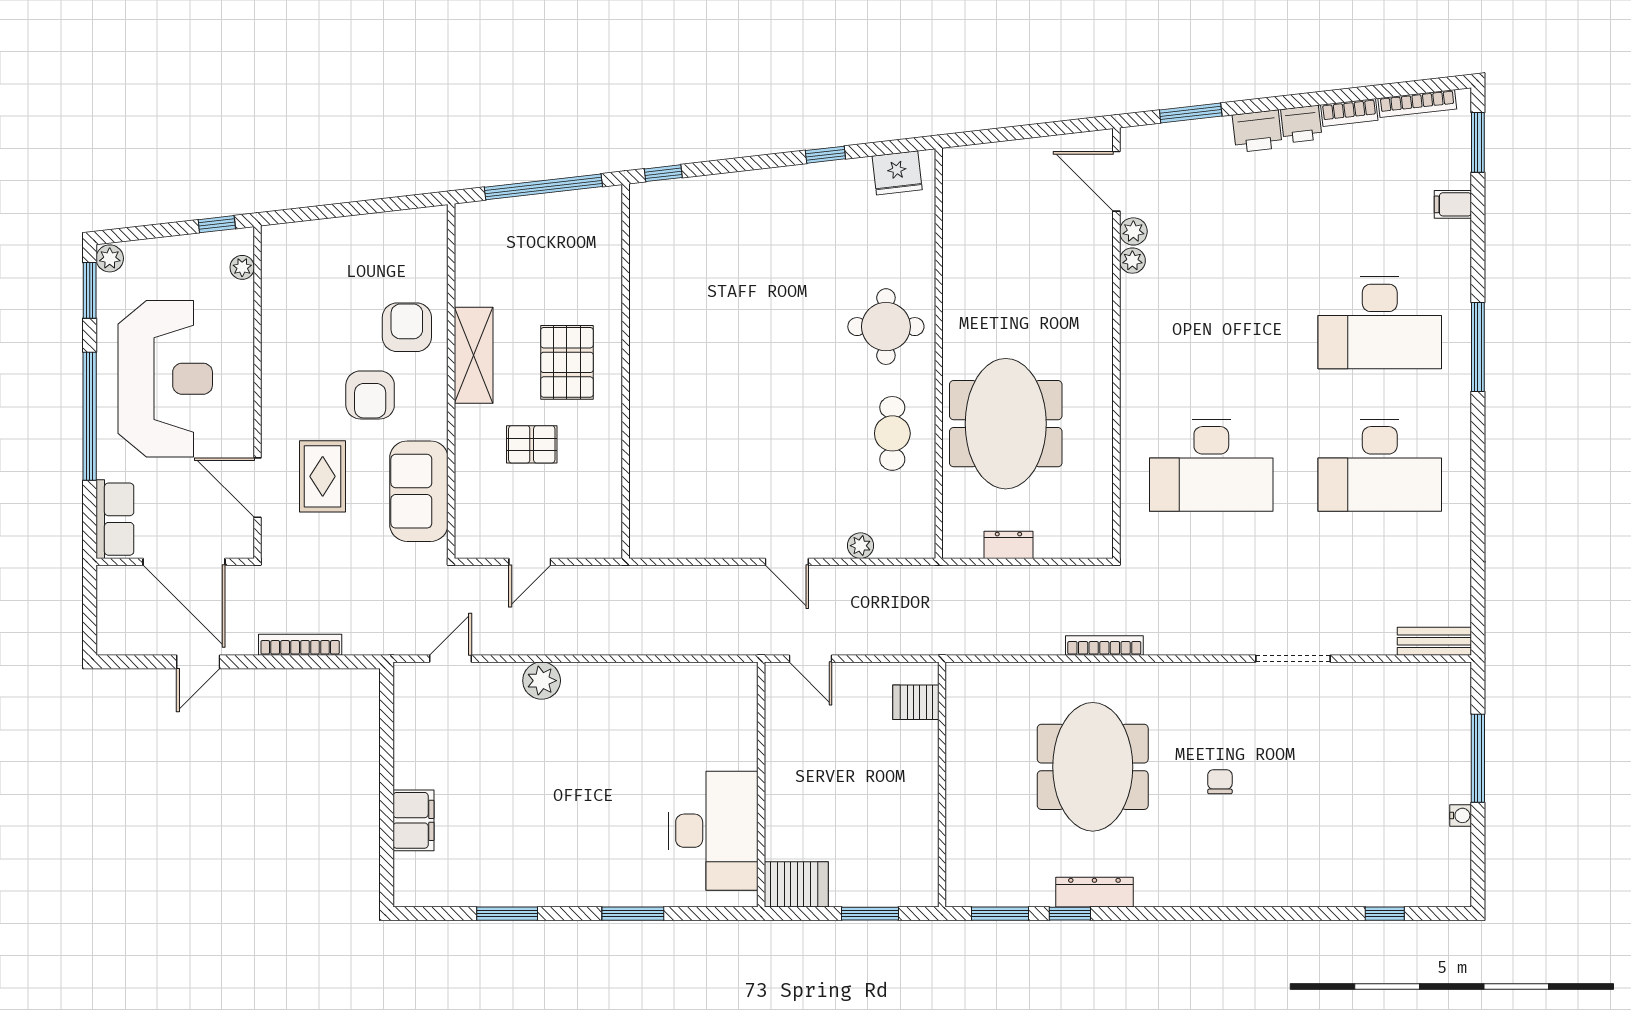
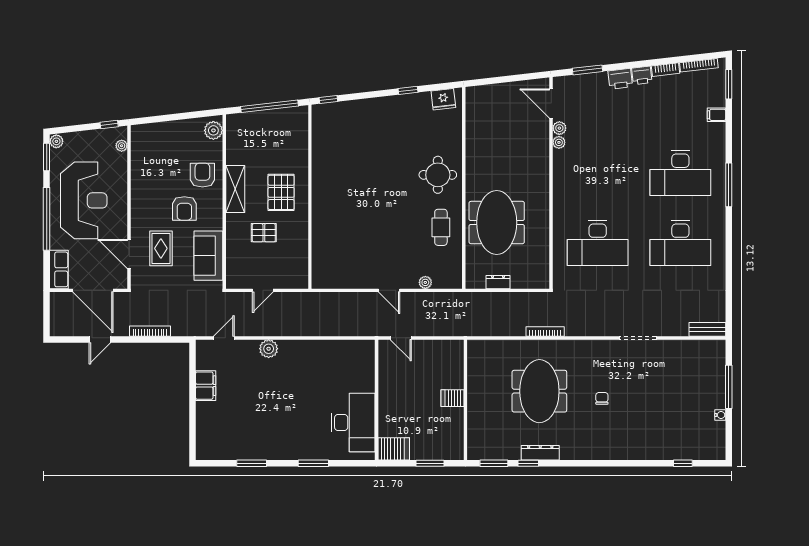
plant: (429, 236) -> (213, 130), added
server rack: (916, 702) -> (452, 398), moved
filing cabinet: (413, 820) -> (206, 386), moved

